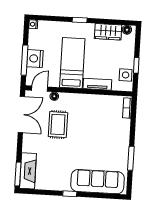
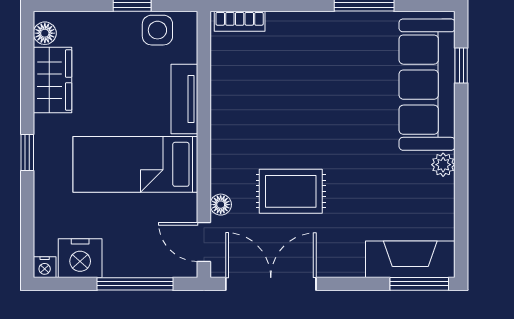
nightstand: (35, 59) -> (80, 258), moved
plant: (65, 186) -> (443, 165), added
window: (70, 194) -> (461, 66), moved

